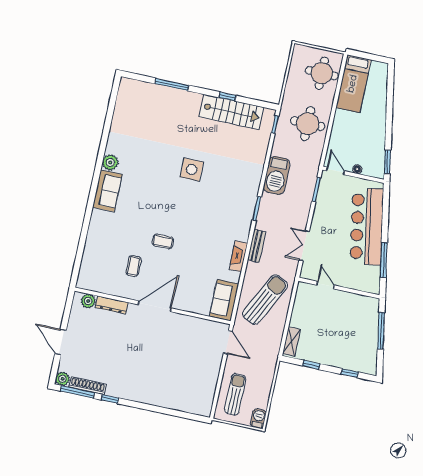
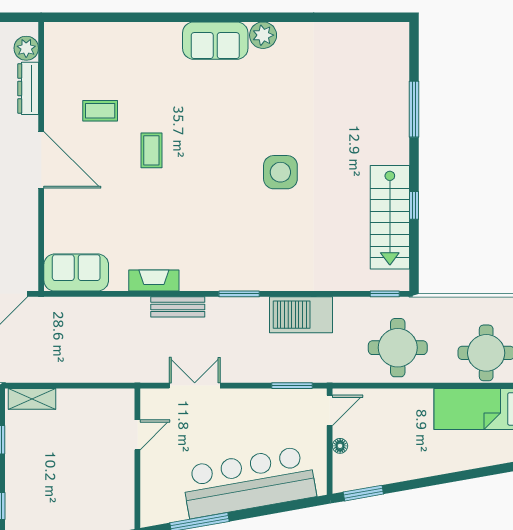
sun lounger: (265, 300) -> (92, 340), removed

